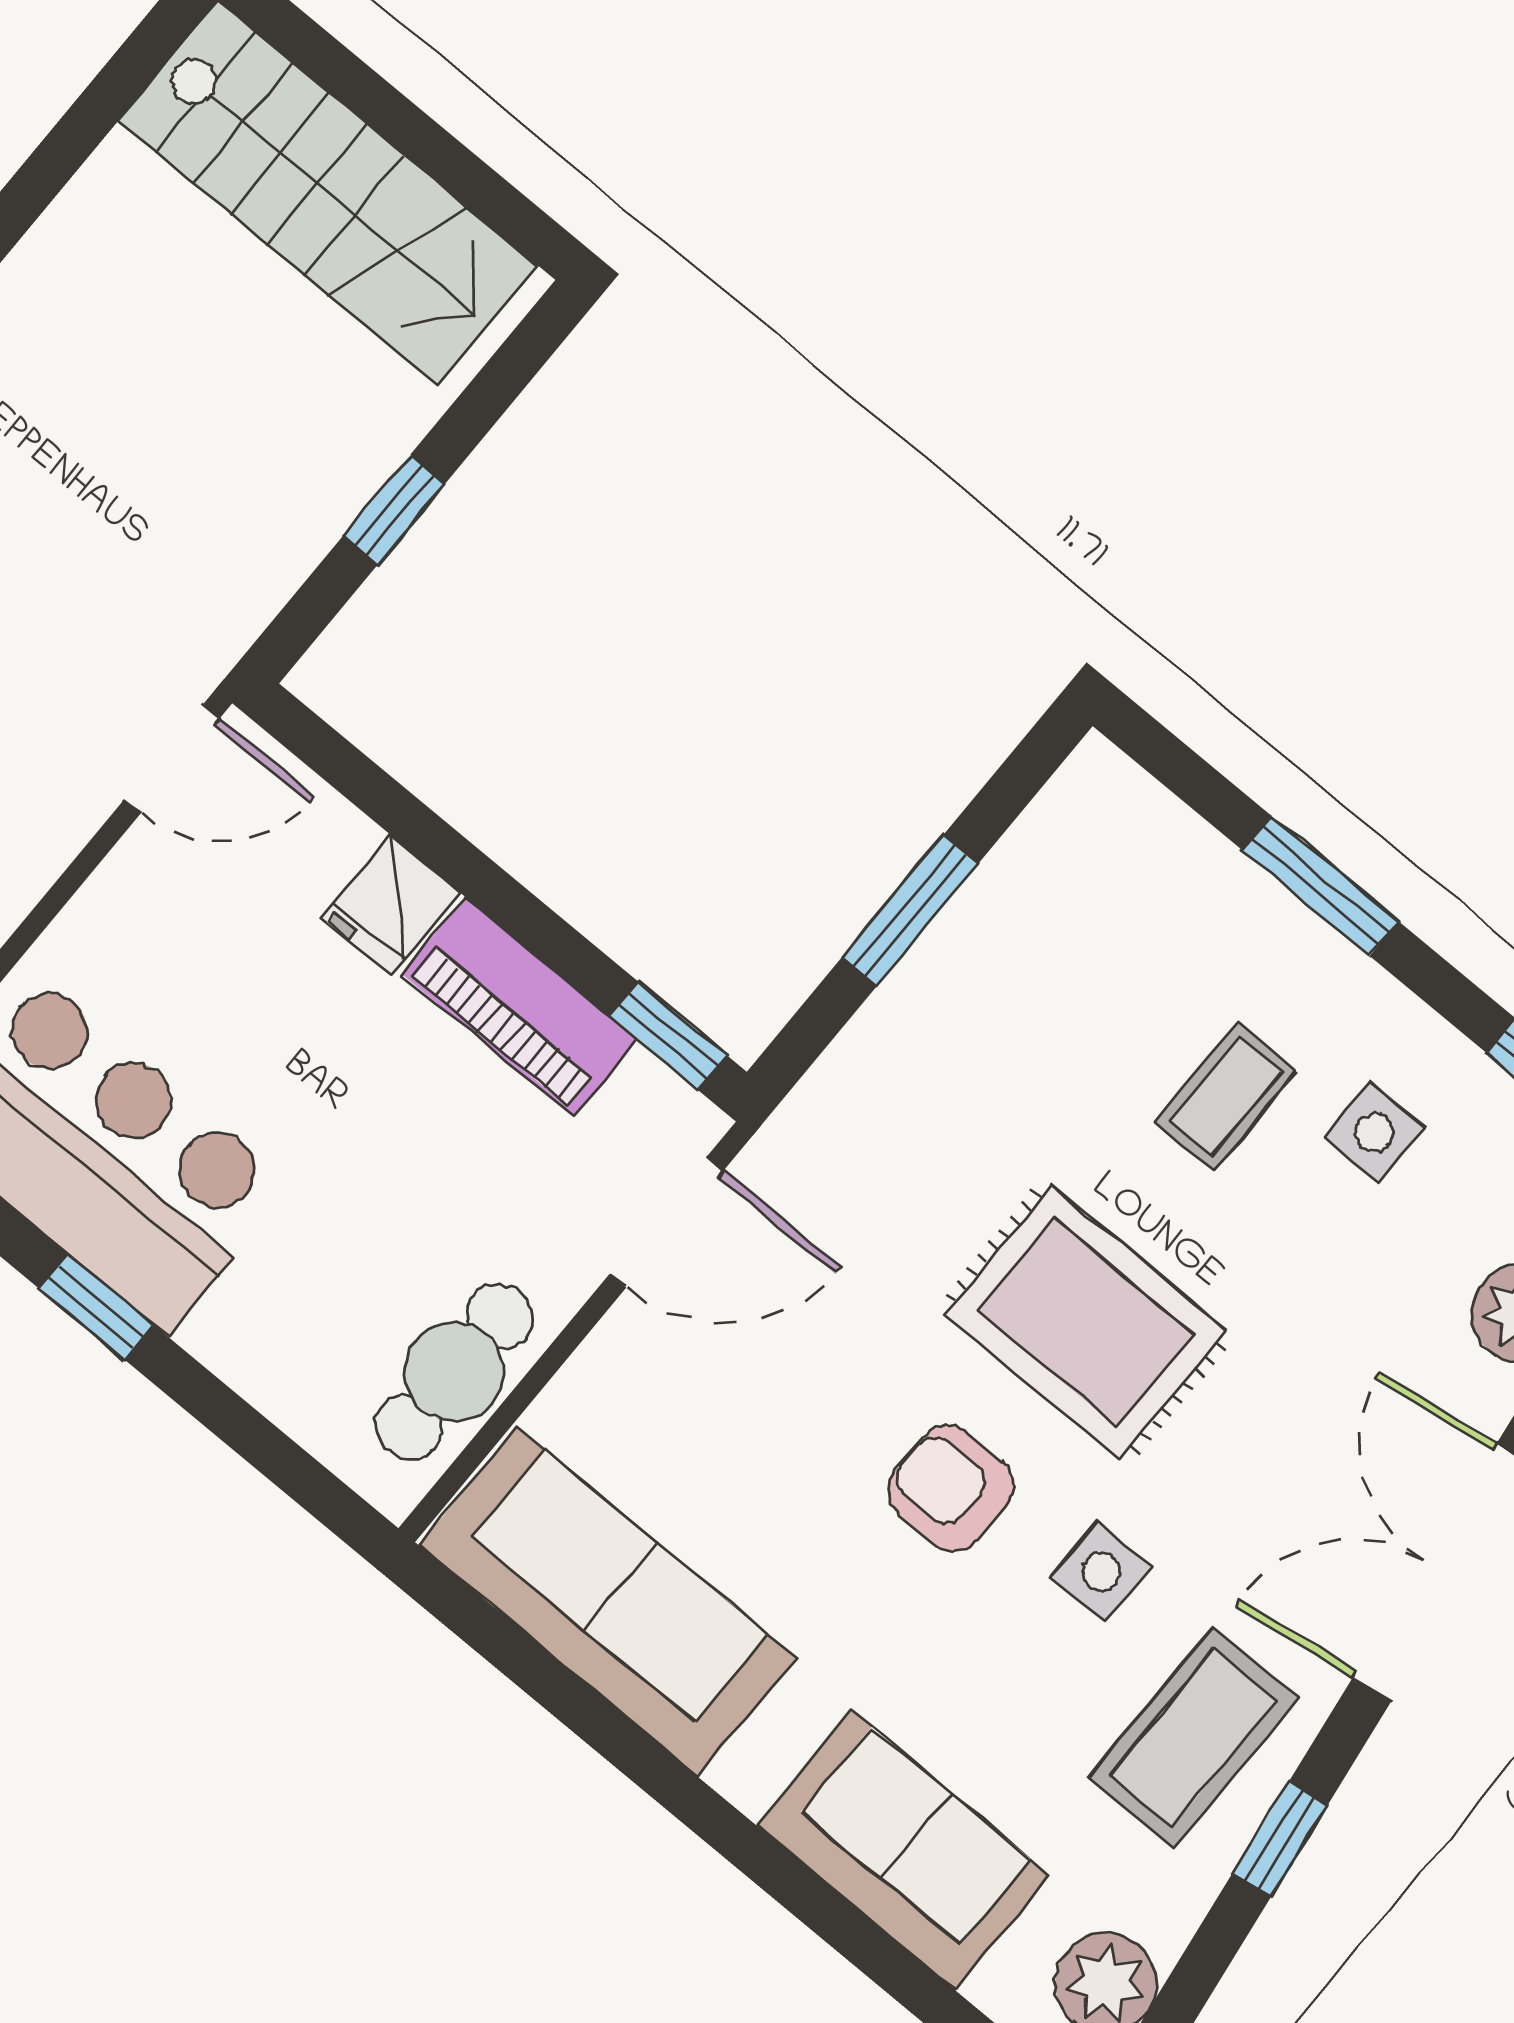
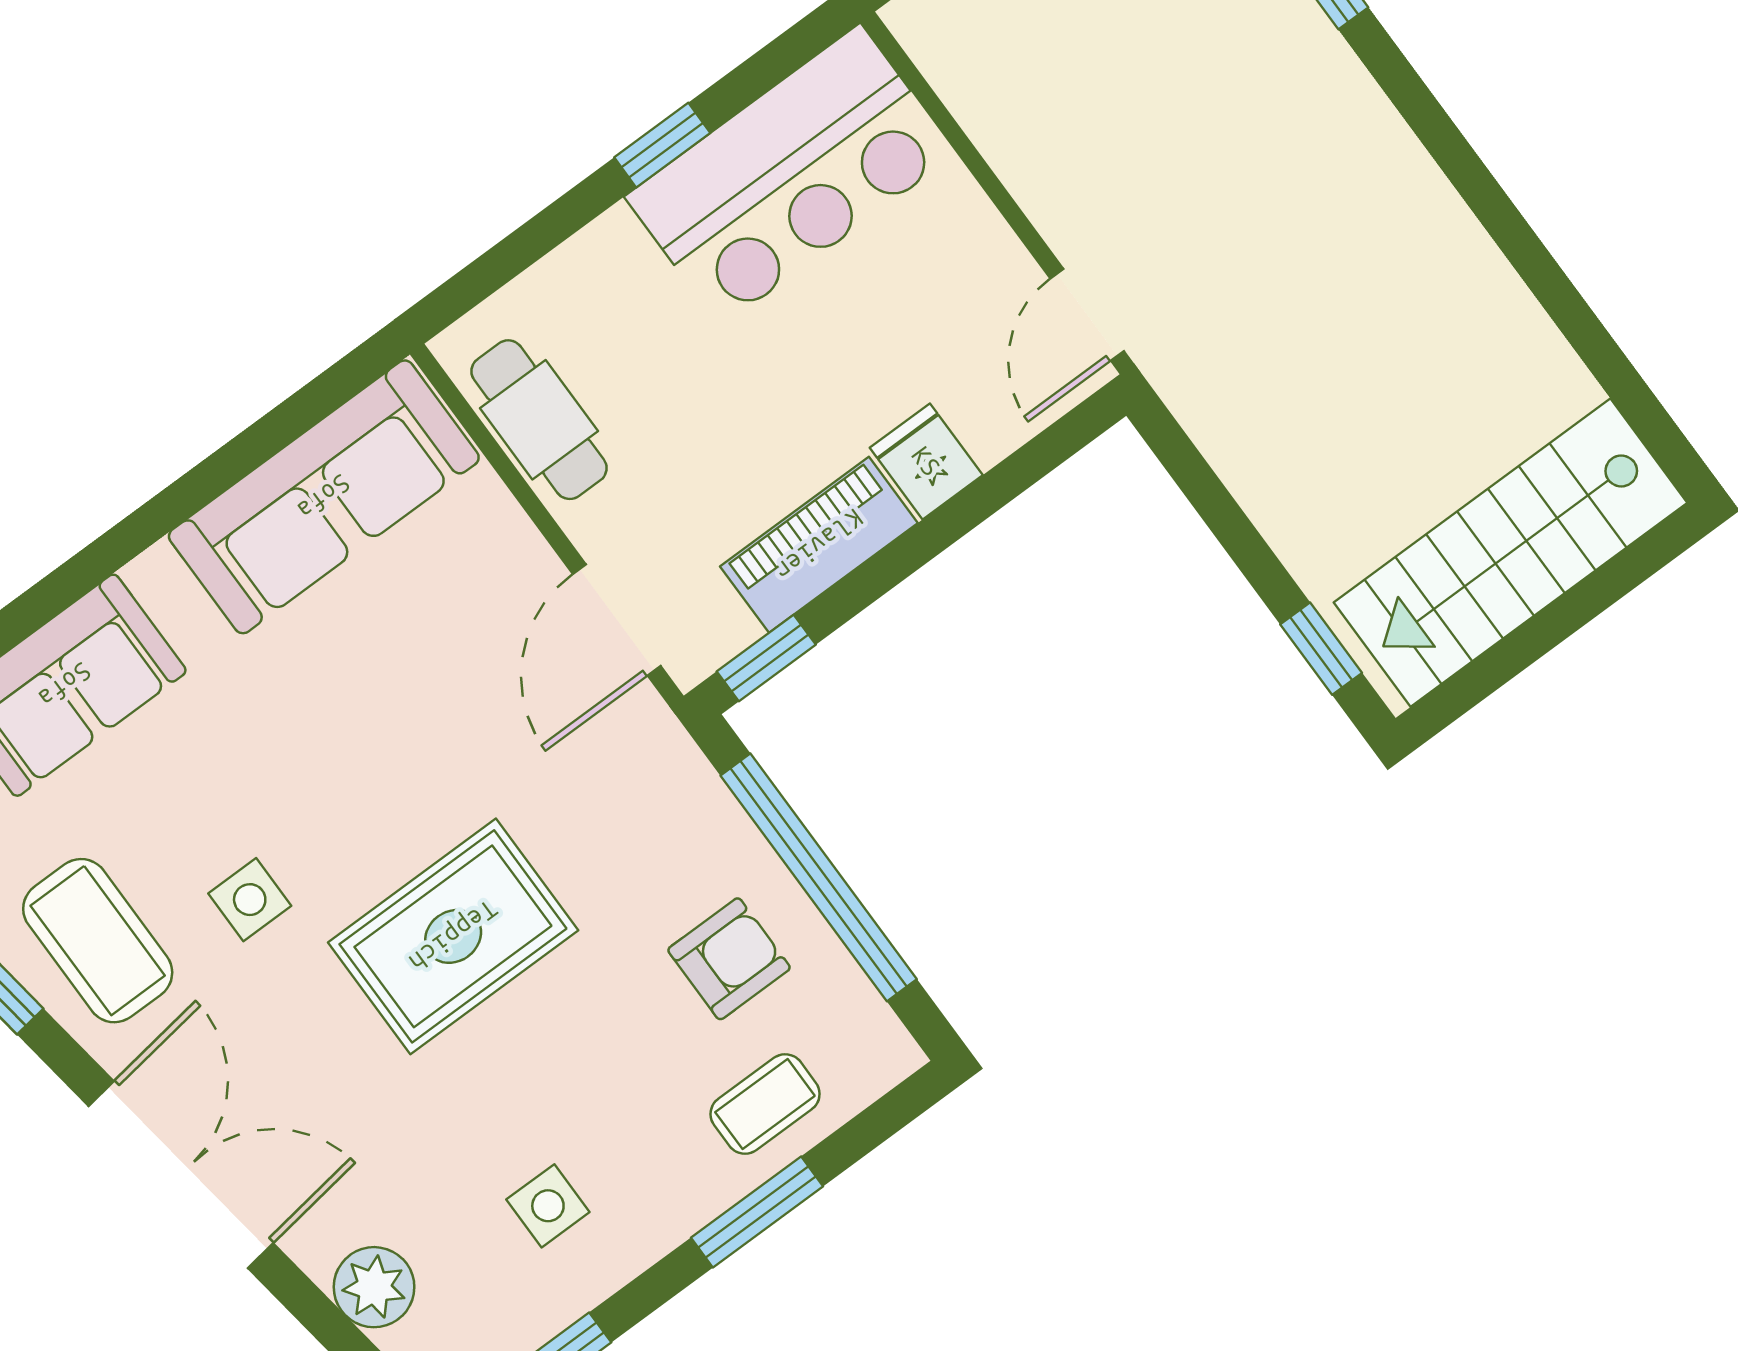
window: (394, 510) -> (1321, 649), moved
window: (910, 911) -> (819, 877), width x2.11
coffee table: (1226, 1097) -> (765, 1104), moved, turned 90
armchair: (951, 1488) -> (729, 959), moved

